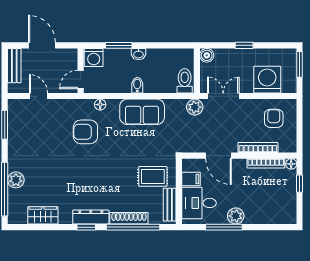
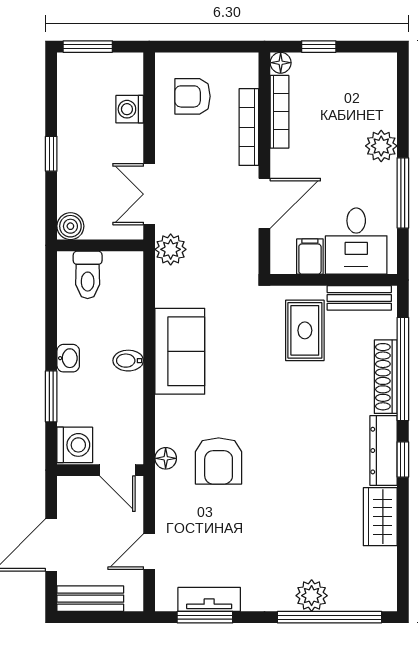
washing machine: (267, 80) -> (130, 109), width x0.53, depth x0.53
toilet: (185, 81) -> (88, 275), moved, turned -90
floor lamp: (100, 105) -> (166, 458), moved
tv unit: (14, 127) -> (209, 599), added
wardrobe: (43, 215) -> (380, 517), moved
plant: (236, 216) -> (381, 146), moved

